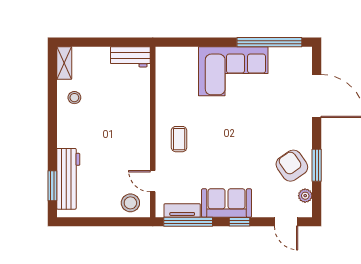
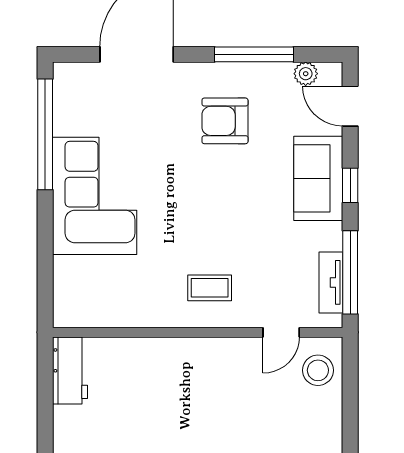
window: (317, 165) -> (254, 54), width x1.44
armchair: (292, 166) -> (225, 121), moved, turned 35
sofa: (227, 203) -> (318, 178), moved
door: (286, 222) -> (350, 106), swing flipped

